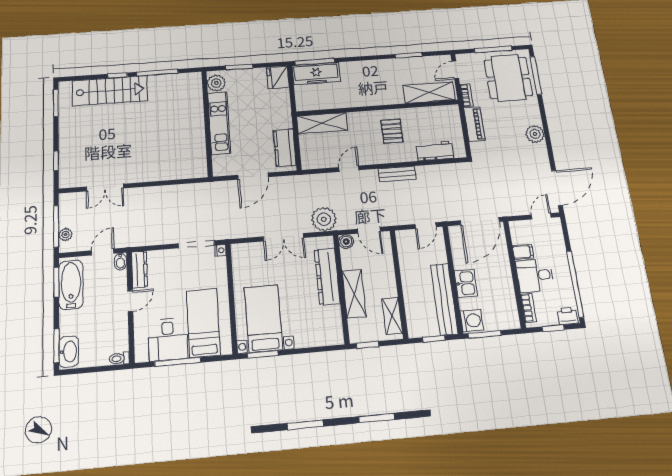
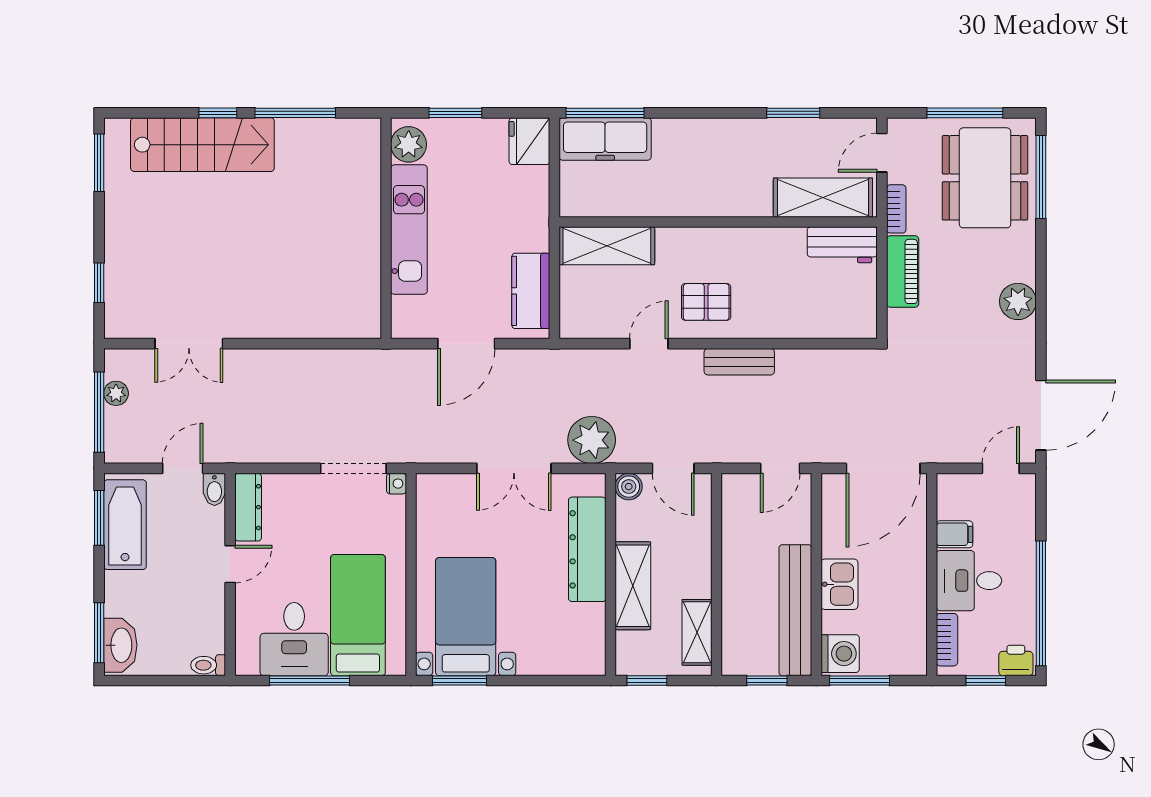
pallet: (392, 131) -> (706, 302), moved, turned 90
workbench: (435, 151) -> (842, 245), moved, turned 180
plant: (66, 235) -> (116, 393), moved

